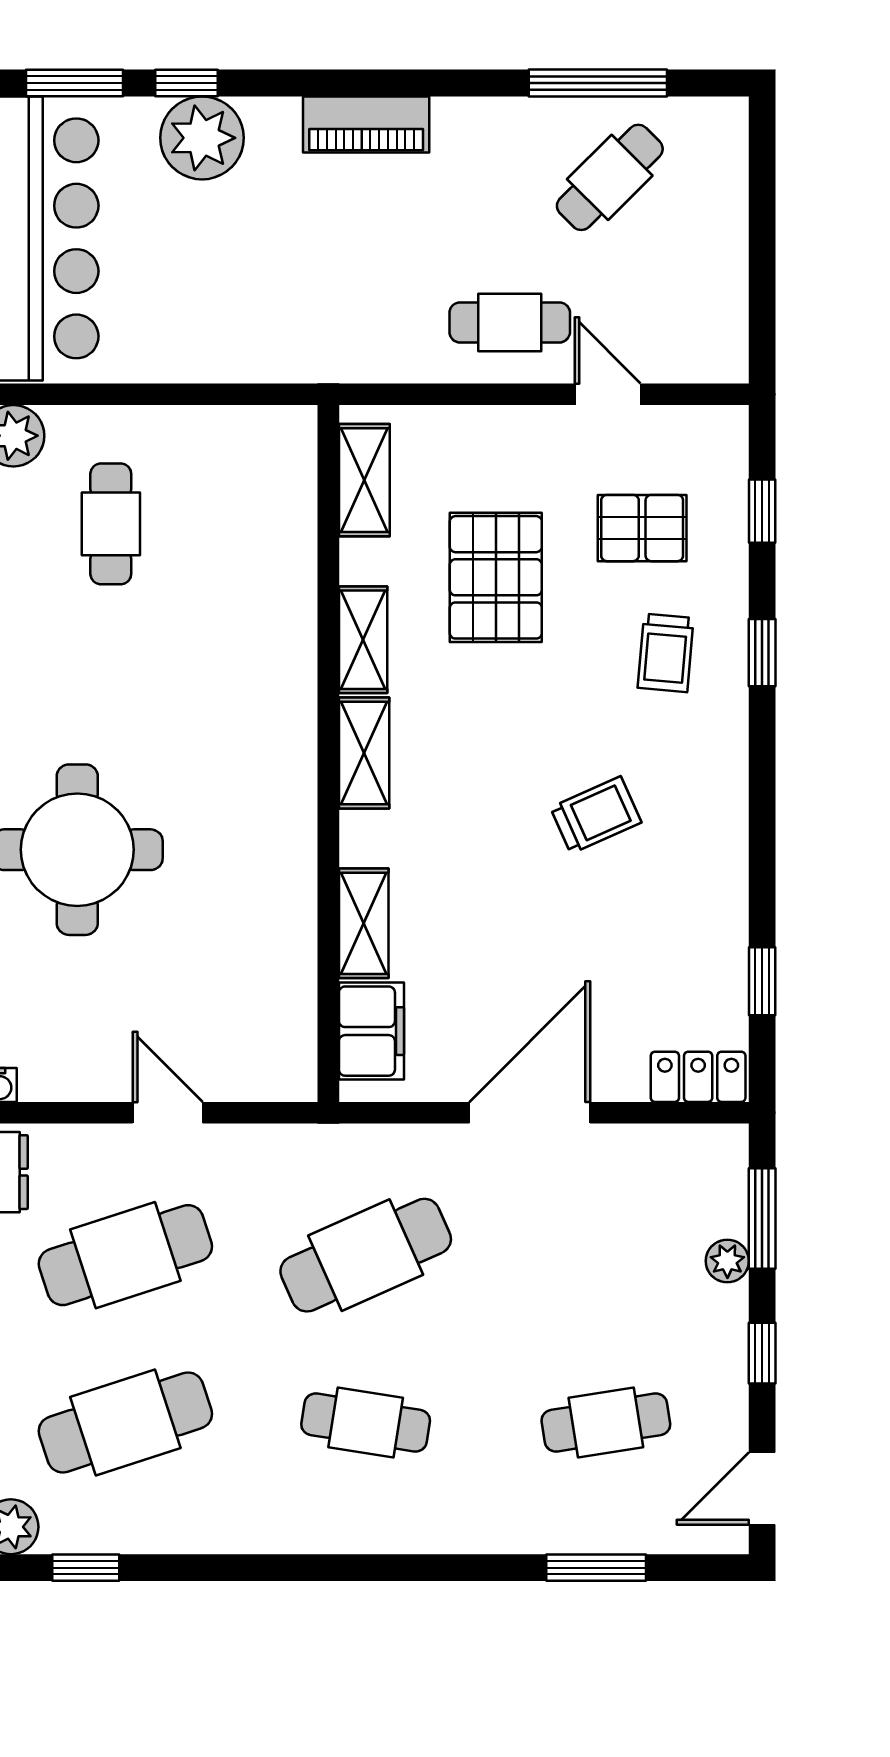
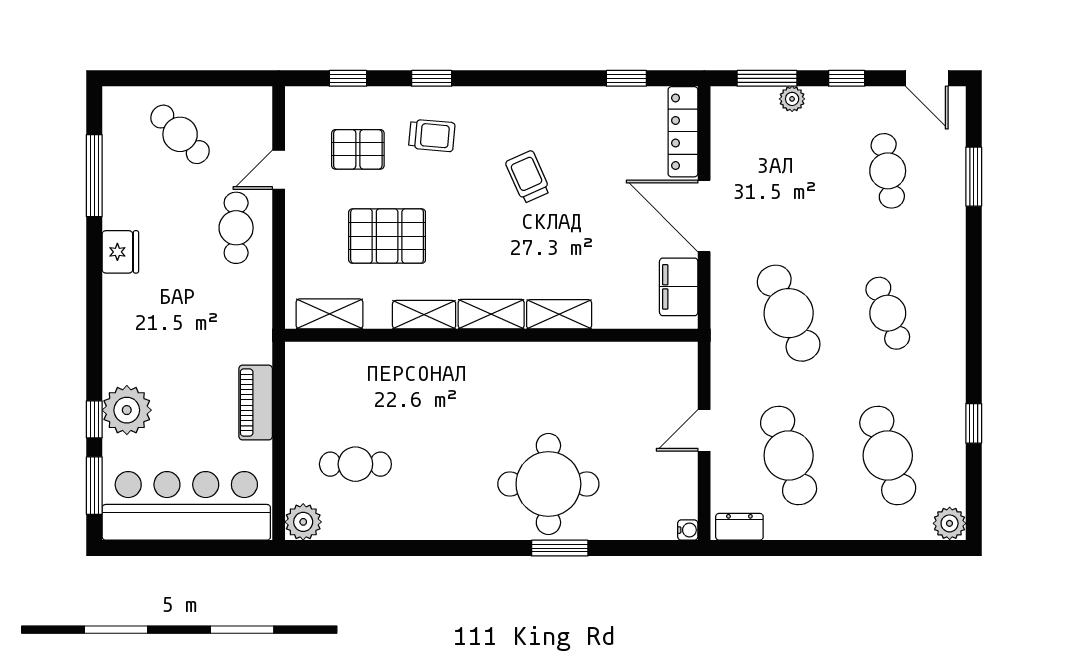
piano: (366, 124) -> (256, 403), moved, turned 180
fridge: (469, 127) -> (120, 252), added
cafe table: (610, 177) -> (180, 134), moved
pallet: (642, 528) -> (358, 149), turned 90
shelving: (364, 923) -> (559, 314), moved
filing cabinet: (371, 1031) -> (679, 287), moved, turned -90
locker: (698, 1077) -> (683, 132), width x1.53
cafe table: (366, 1422) -> (888, 313), turned -30
window: (86, 1568) -> (974, 423), moved

